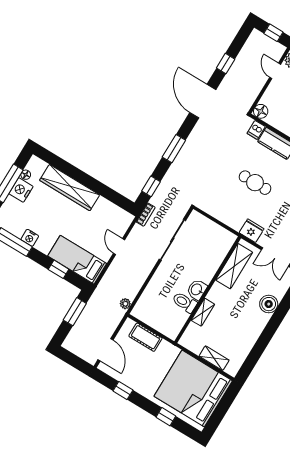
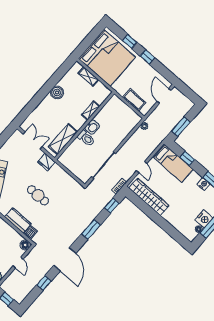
door: (275, 71) -> (18, 263), moved
wardrobe: (70, 188) -> (149, 197), moved
toilet: (185, 302) -> (86, 138), moved
boiler: (269, 304) -> (57, 92), moved
window: (123, 391) -> (147, 57), moved

